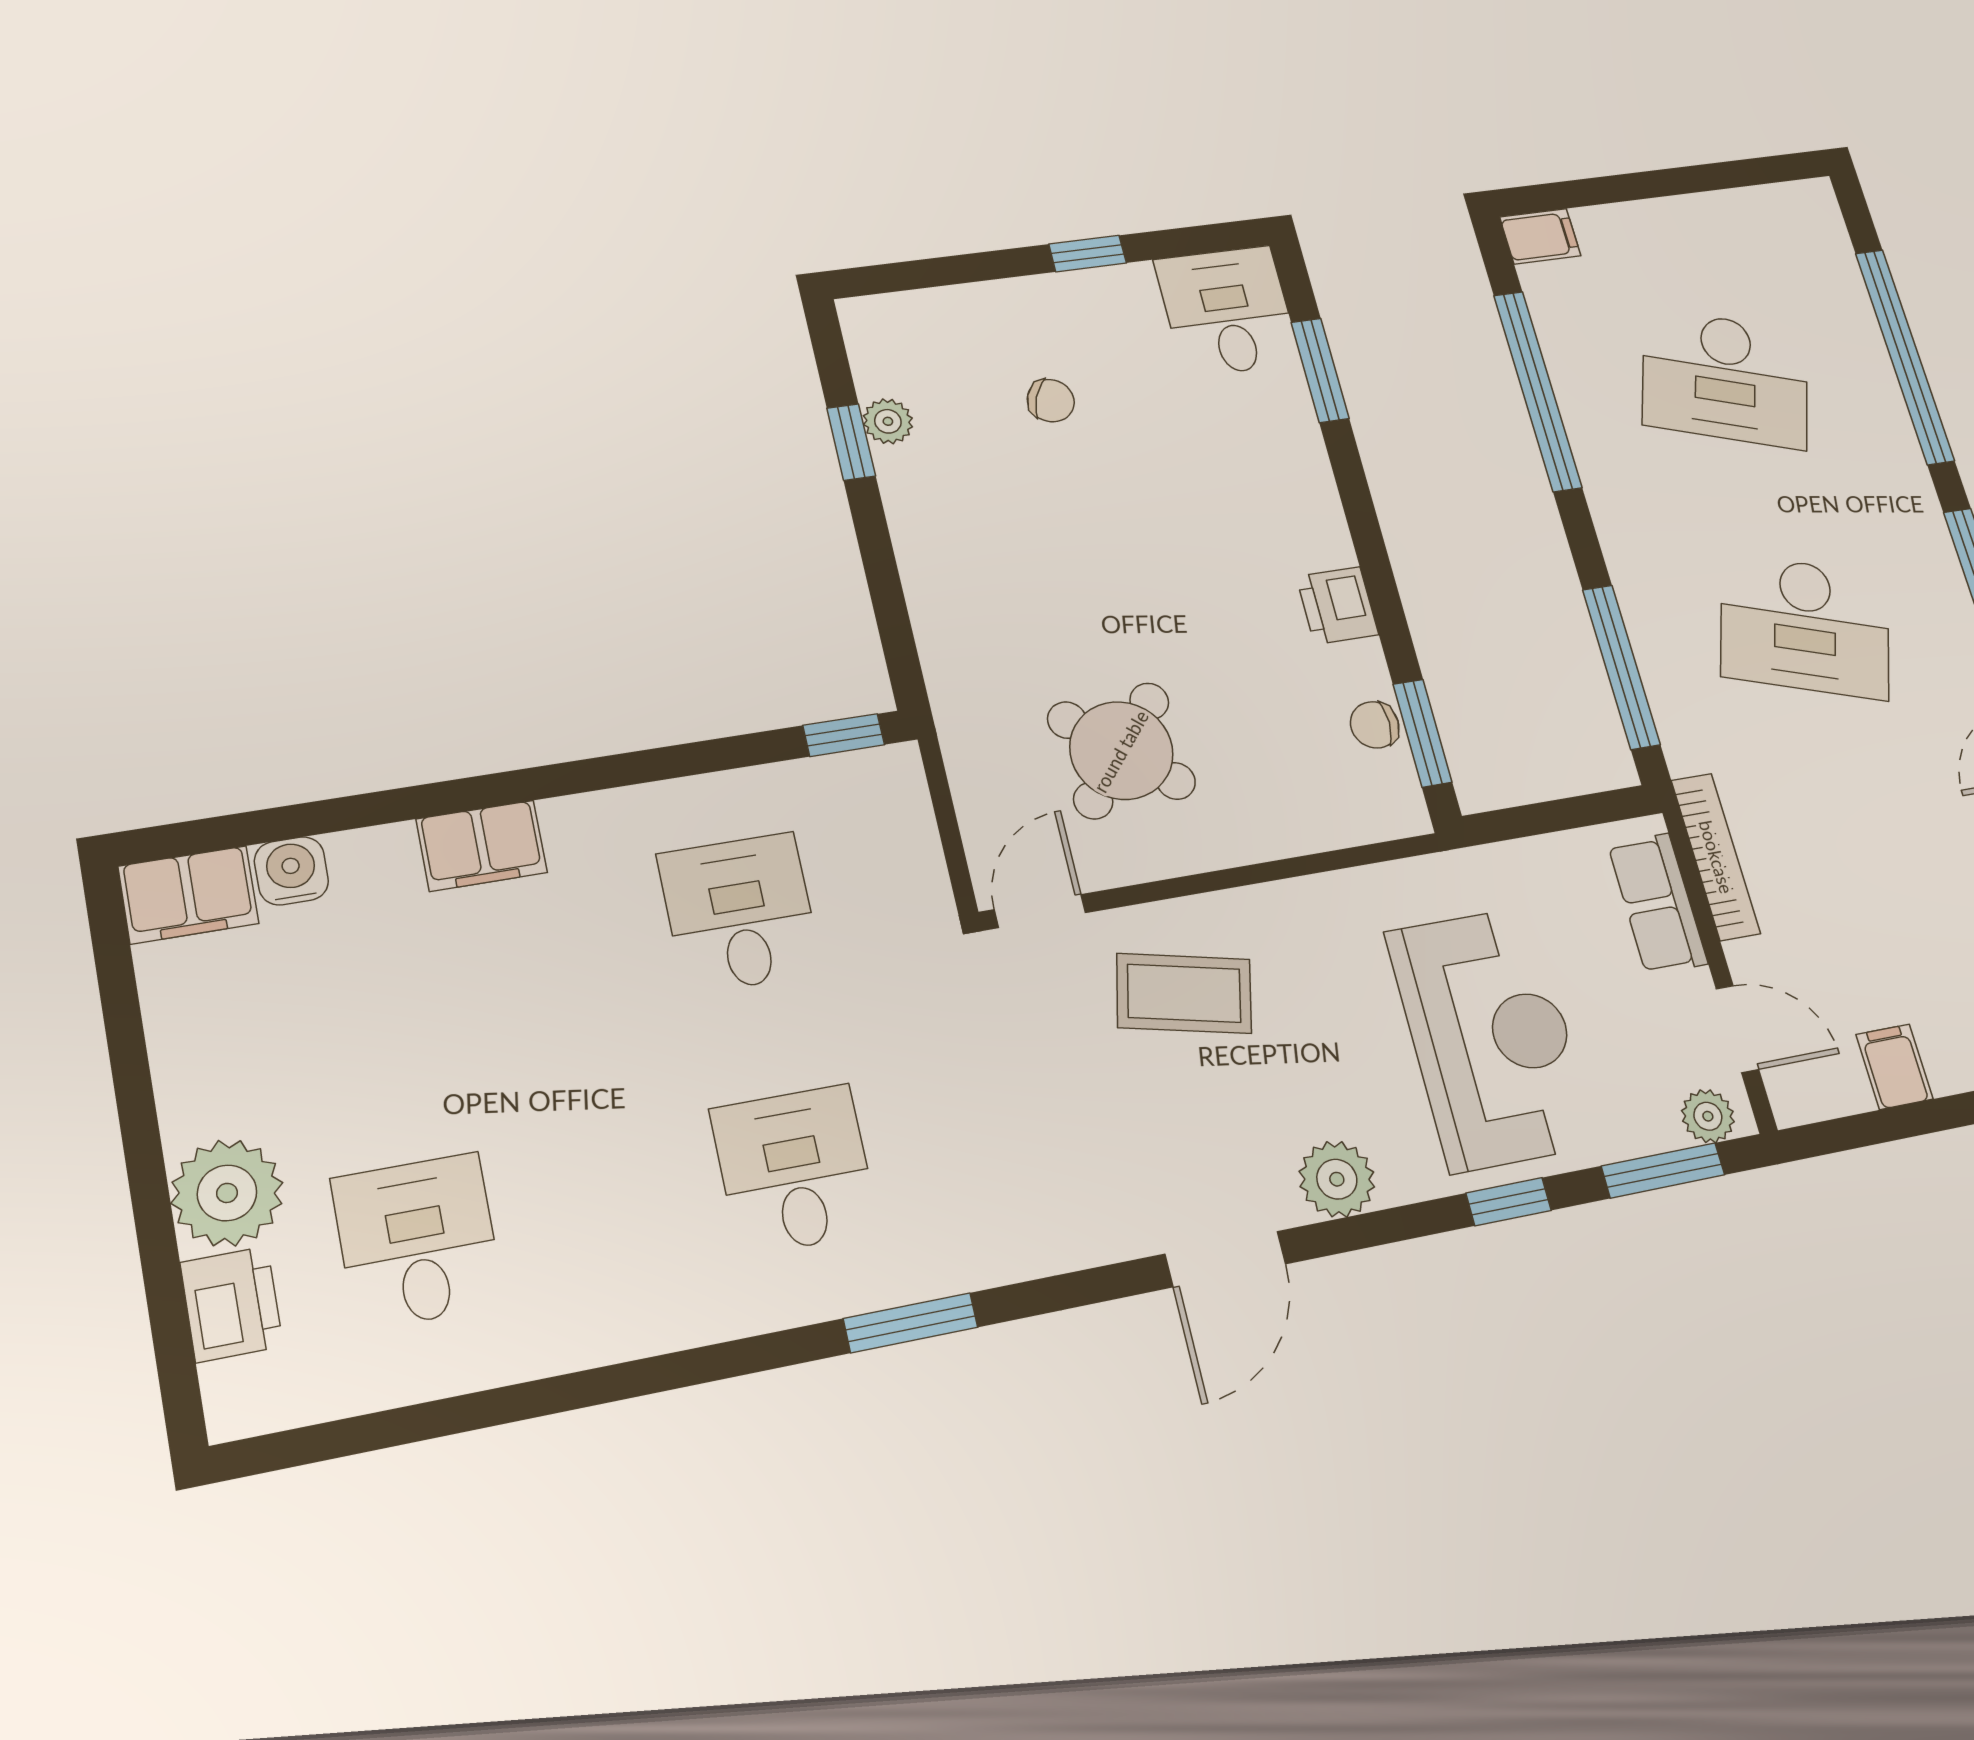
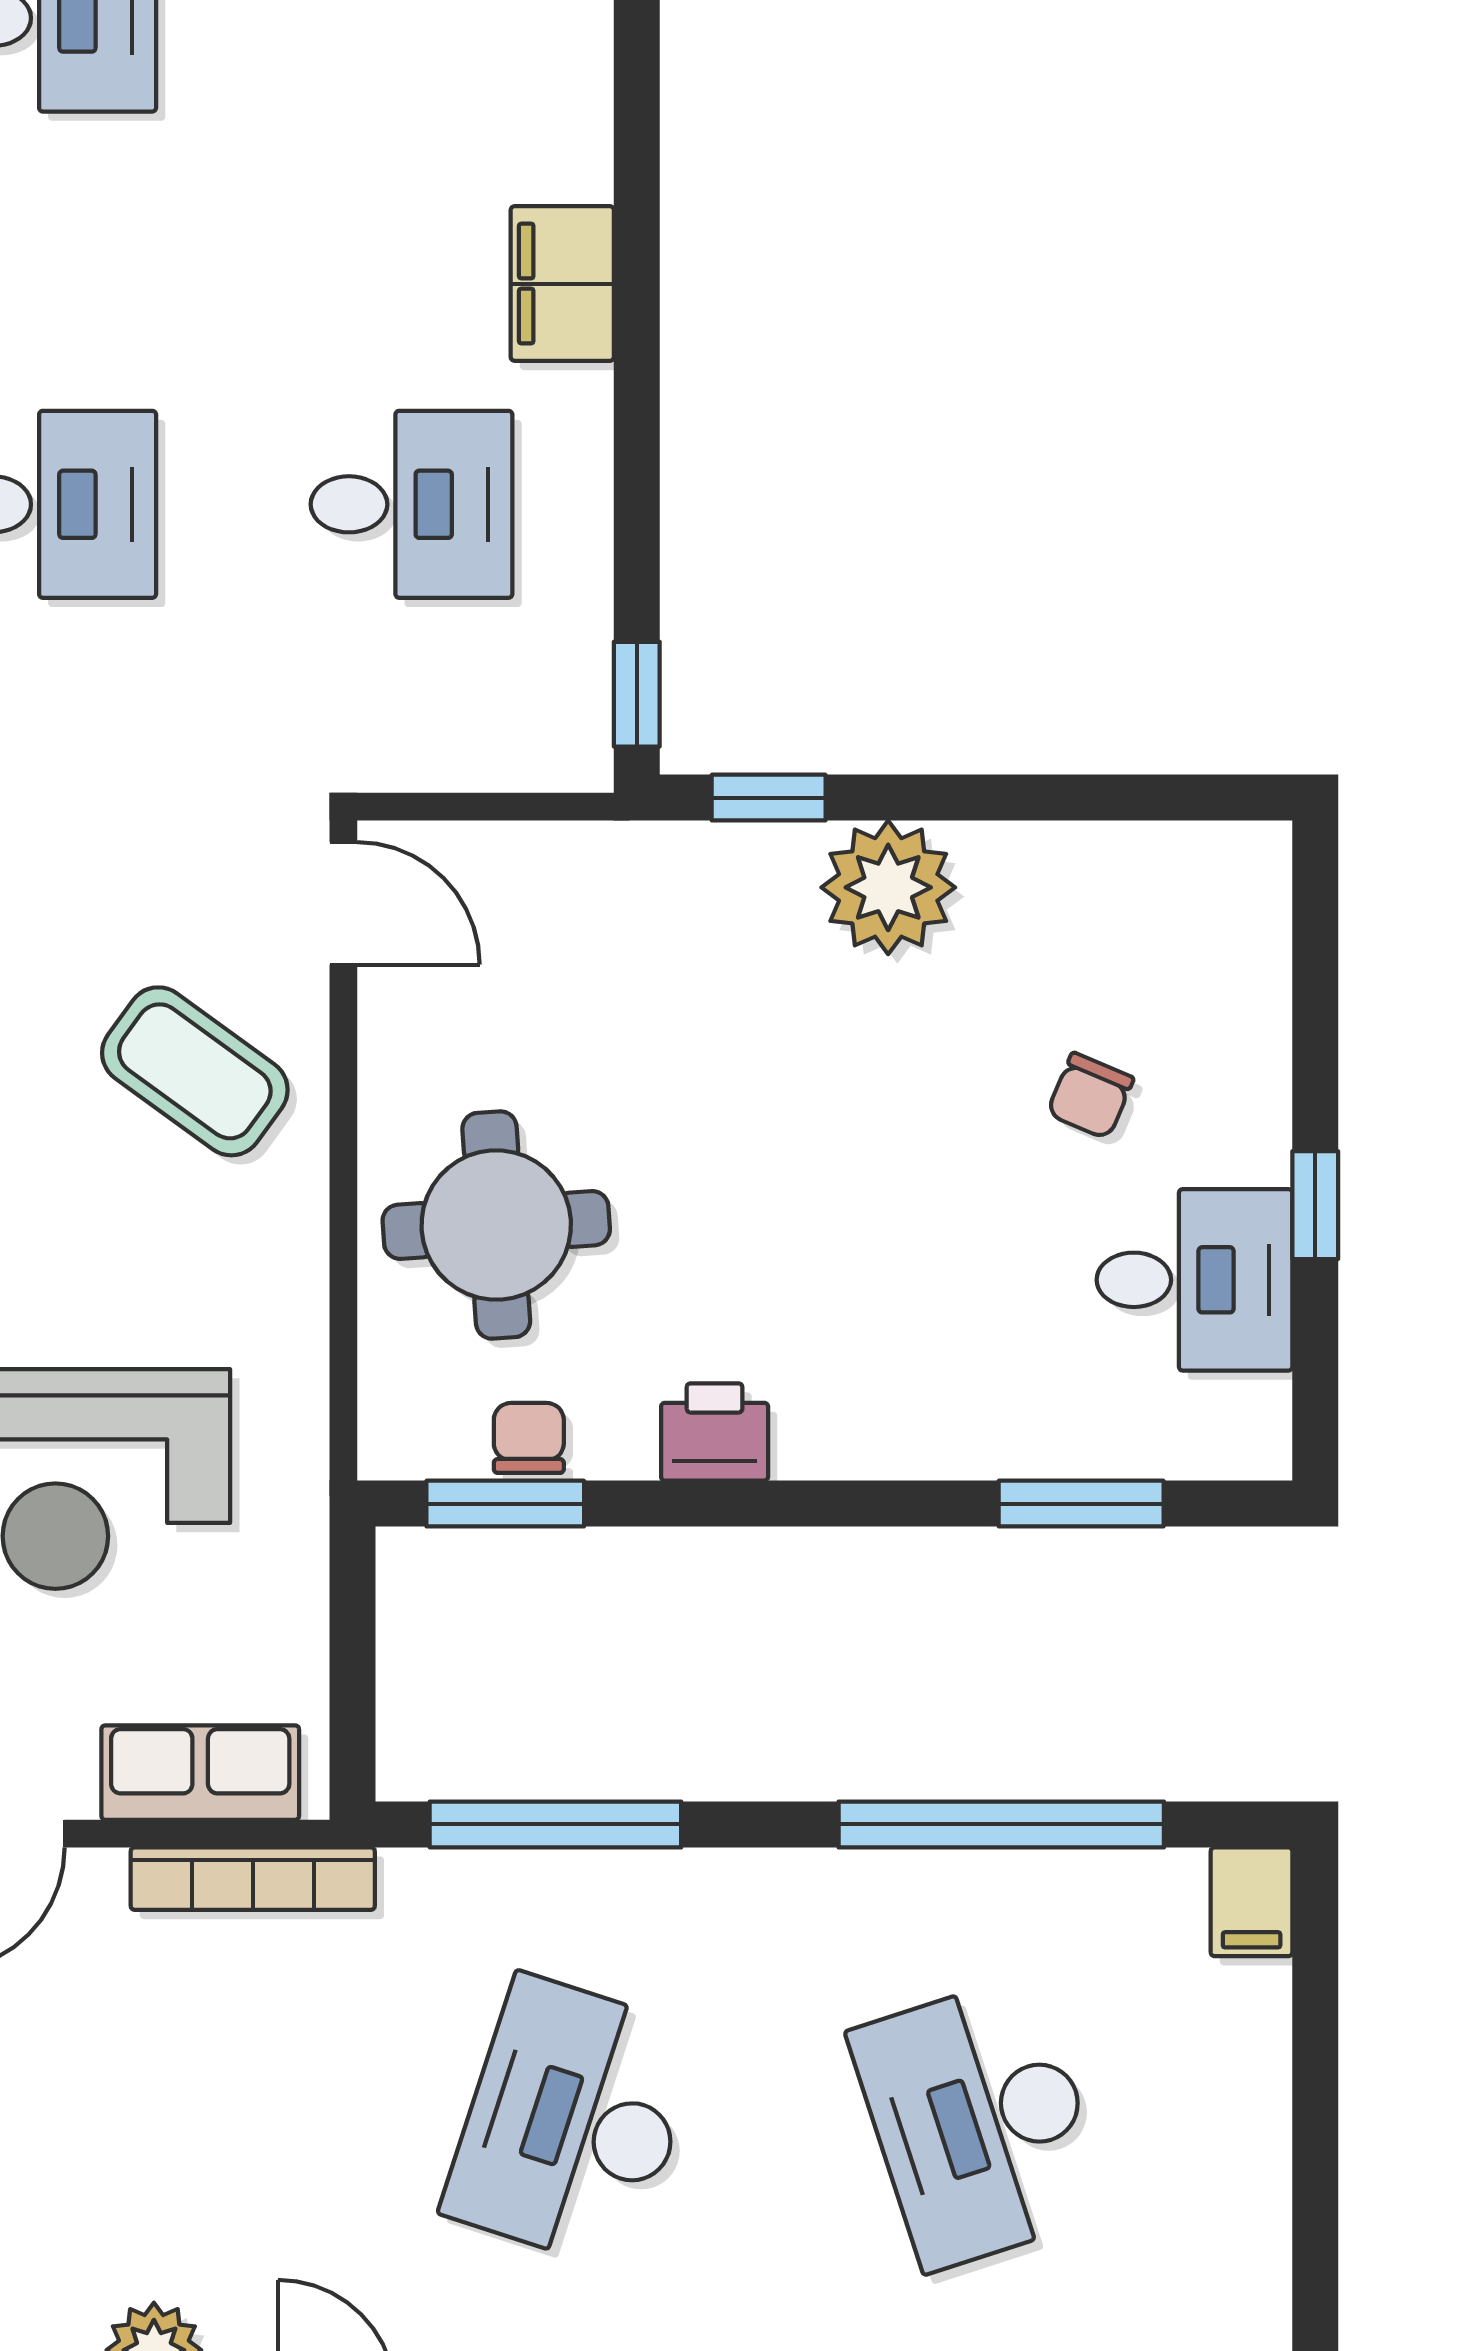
desk: (1228, 311) -> (1194, 1280), moved
desk: (1725, 378) -> (980, 2122), turned -36
plant: (888, 421) -> (888, 887), moved, width x1.88, depth x1.88
window: (851, 442) -> (769, 798), moved
round table: (1121, 751) -> (496, 1225), moved, turned 45
filing cabinet: (482, 846) -> (562, 284), moved
coffee table: (1184, 993) -> (195, 1071), turned -67

